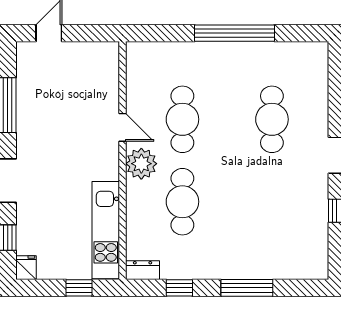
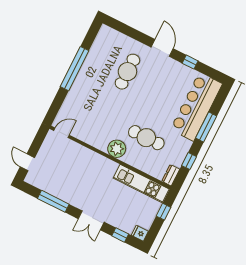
cafe table: (182, 119) -> (105, 117), removed
cafe table: (272, 119) -> (127, 72), turned 90
door: (123, 127) -> (62, 133), moved
bar counter: (271, 256) -> (196, 107), added

